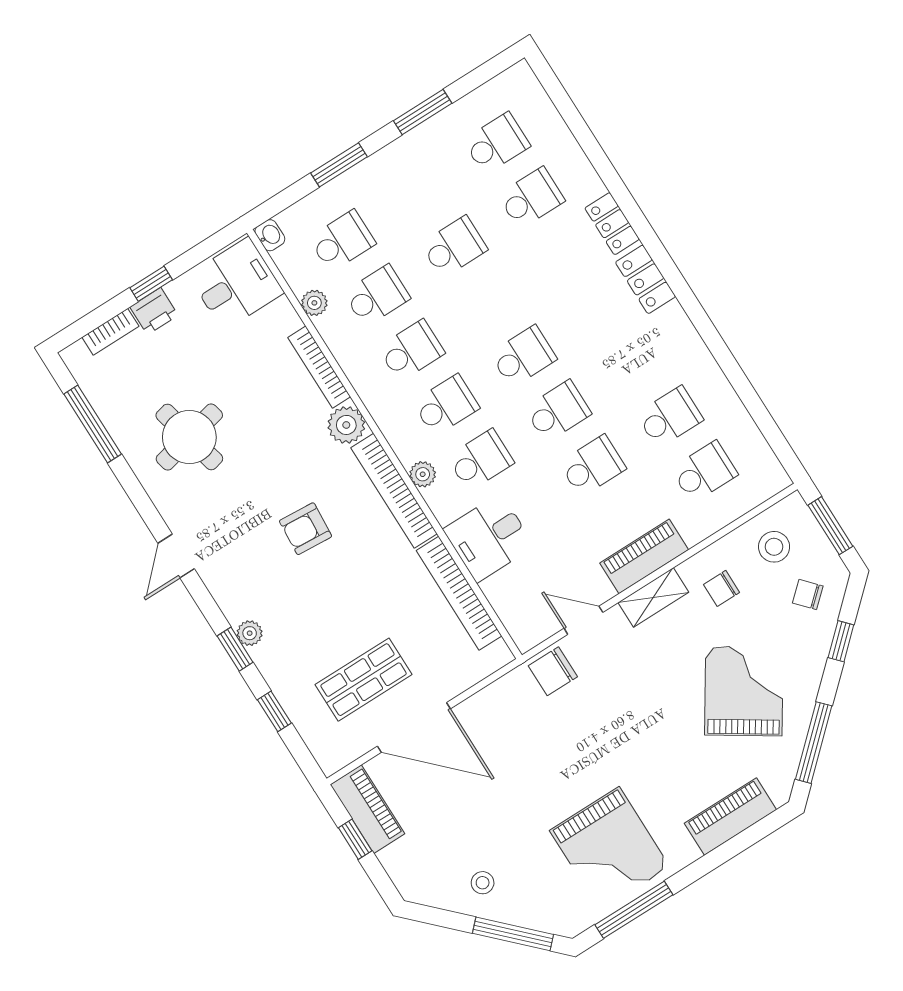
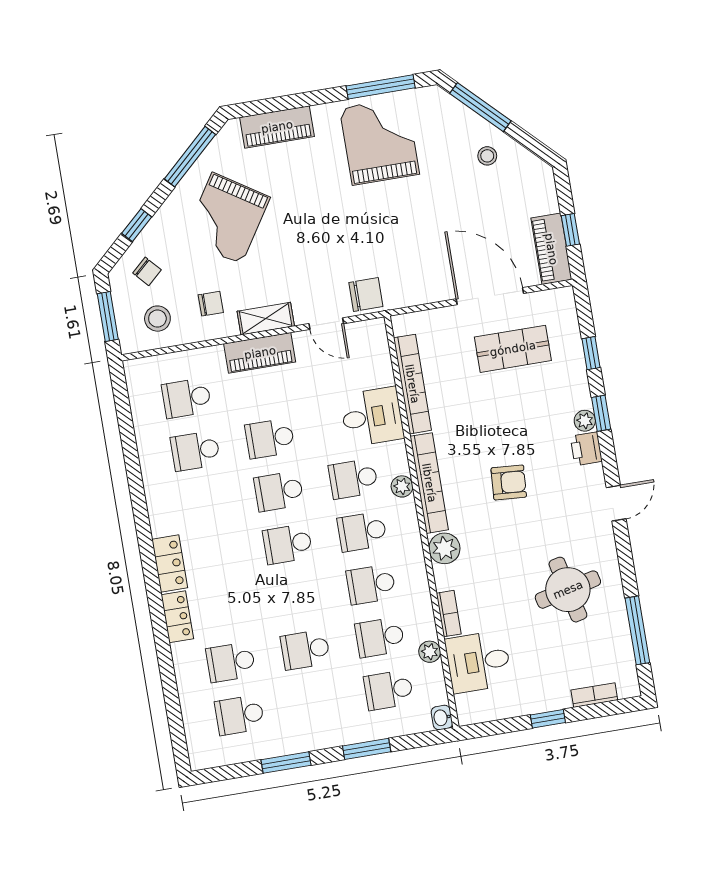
desk: (236, 284) -> (478, 662), moved
printer: (154, 311) -> (586, 449), moved, turned -90
bookcase: (319, 367) -> (449, 614), width x0.64

